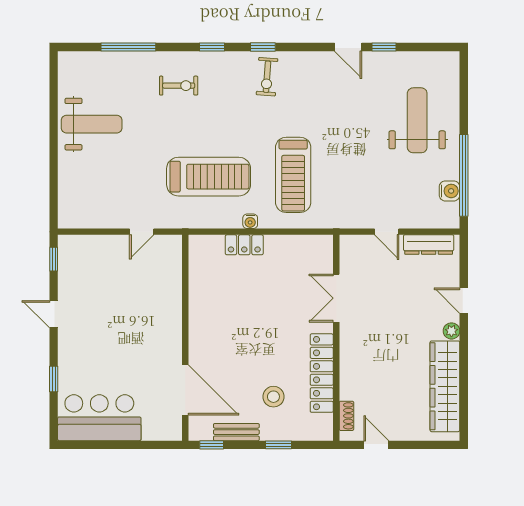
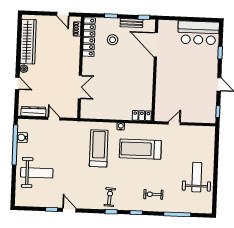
weight bench: (417, 120) -> (37, 173), turned -90
weight bench: (92, 124) -> (197, 177), turned 90
locker: (244, 245) -> (142, 116), moved
locker: (322, 373) -> (89, 37), moved

